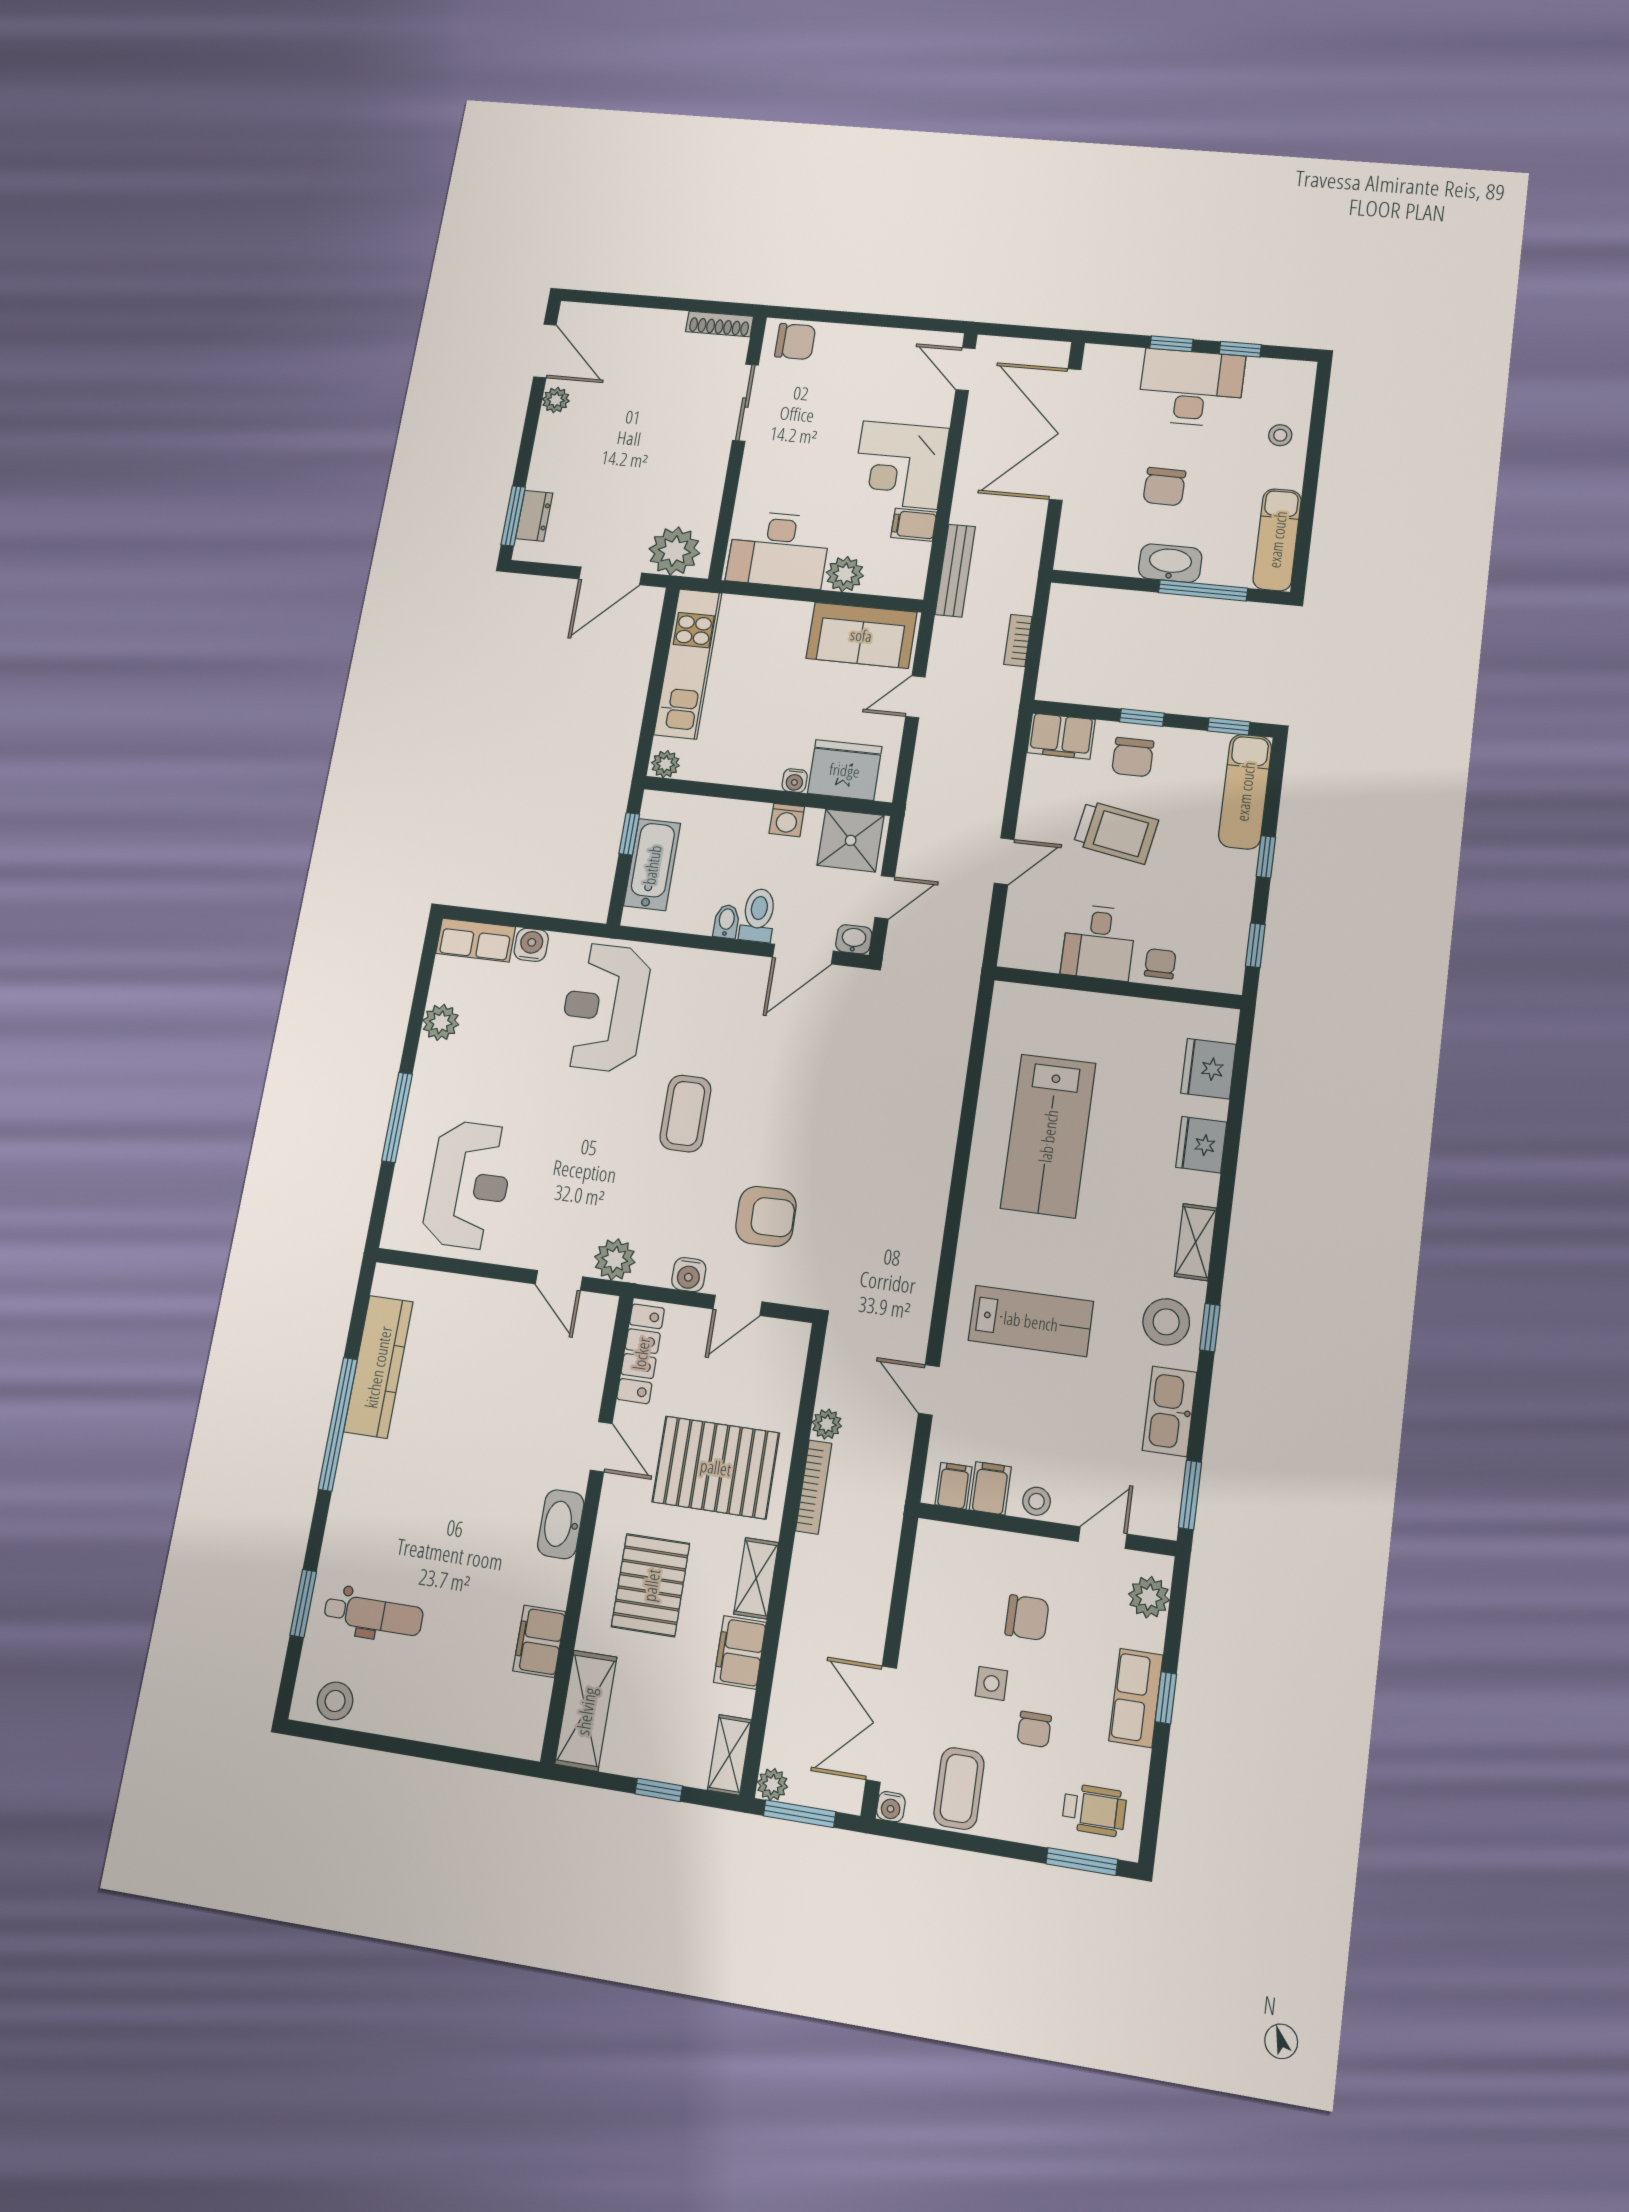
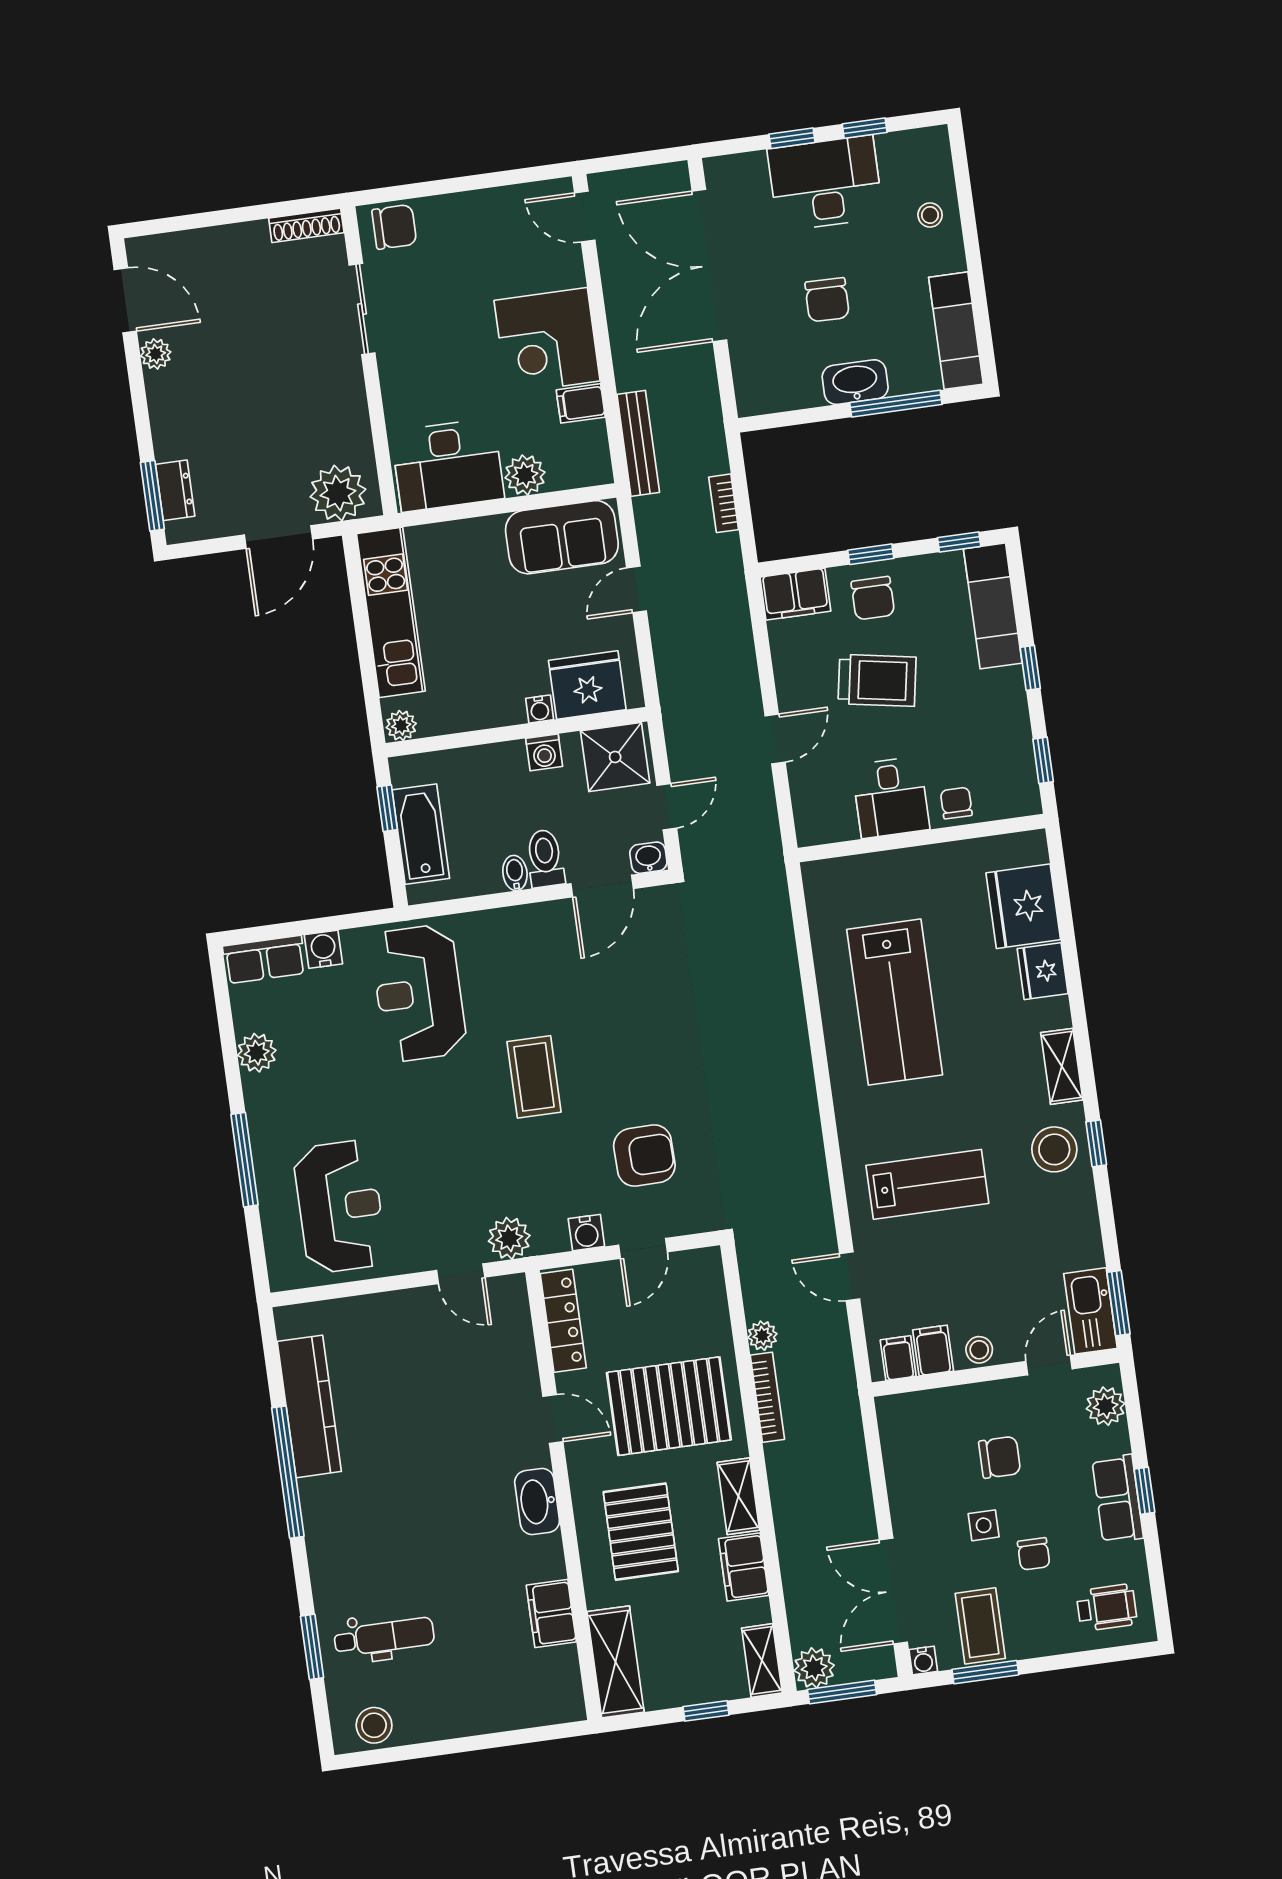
fridge: (1208, 1069) -> (1023, 906), width x1.36, depth x1.34
kitchen sink: (1170, 1411) -> (1090, 1311), moved
plant: (772, 1784) -> (814, 1668), width x1.38, depth x1.38
window: (1082, 1862) -> (985, 1672), moved

